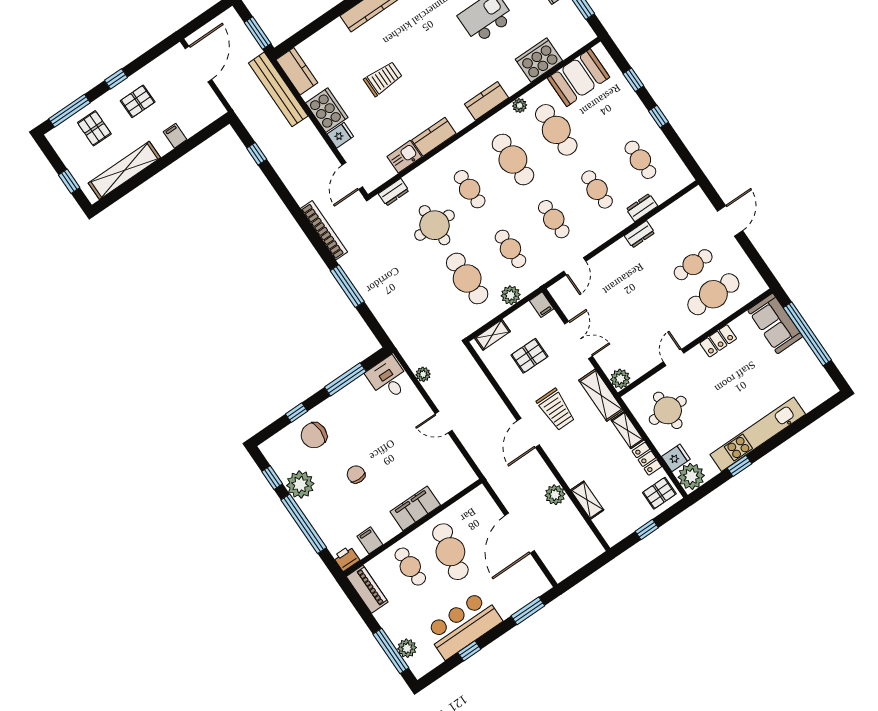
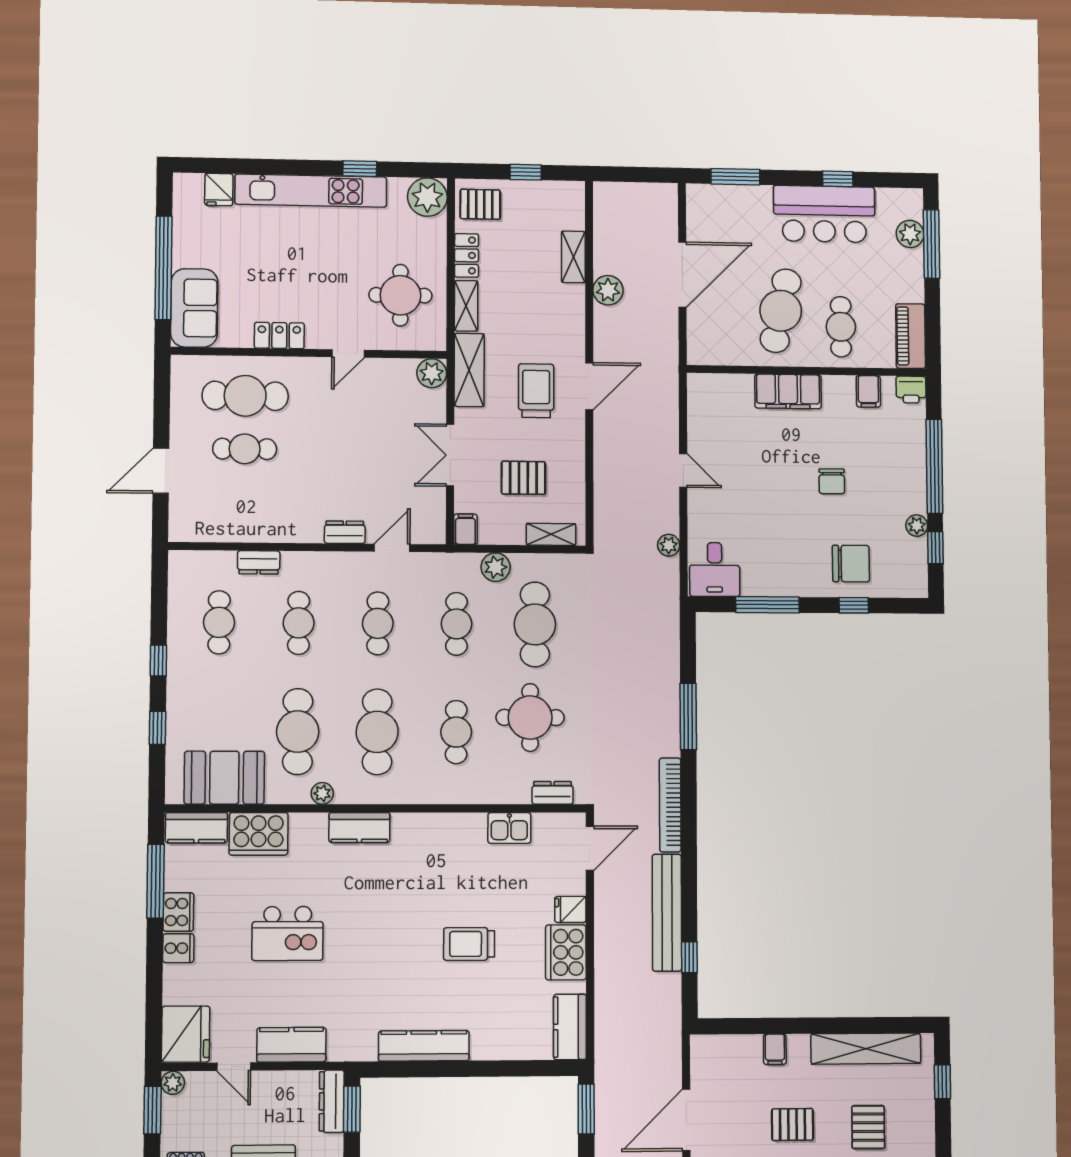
bench: (278, 89) -> (667, 913), moved
kitchen counter: (434, 137) -> (196, 828), moved
dresser: (640, 234) -> (345, 532), moved
fridge: (676, 458) -> (219, 190), moved, turned -90
plant: (300, 485) -> (917, 526), width x0.53, depth x0.53

